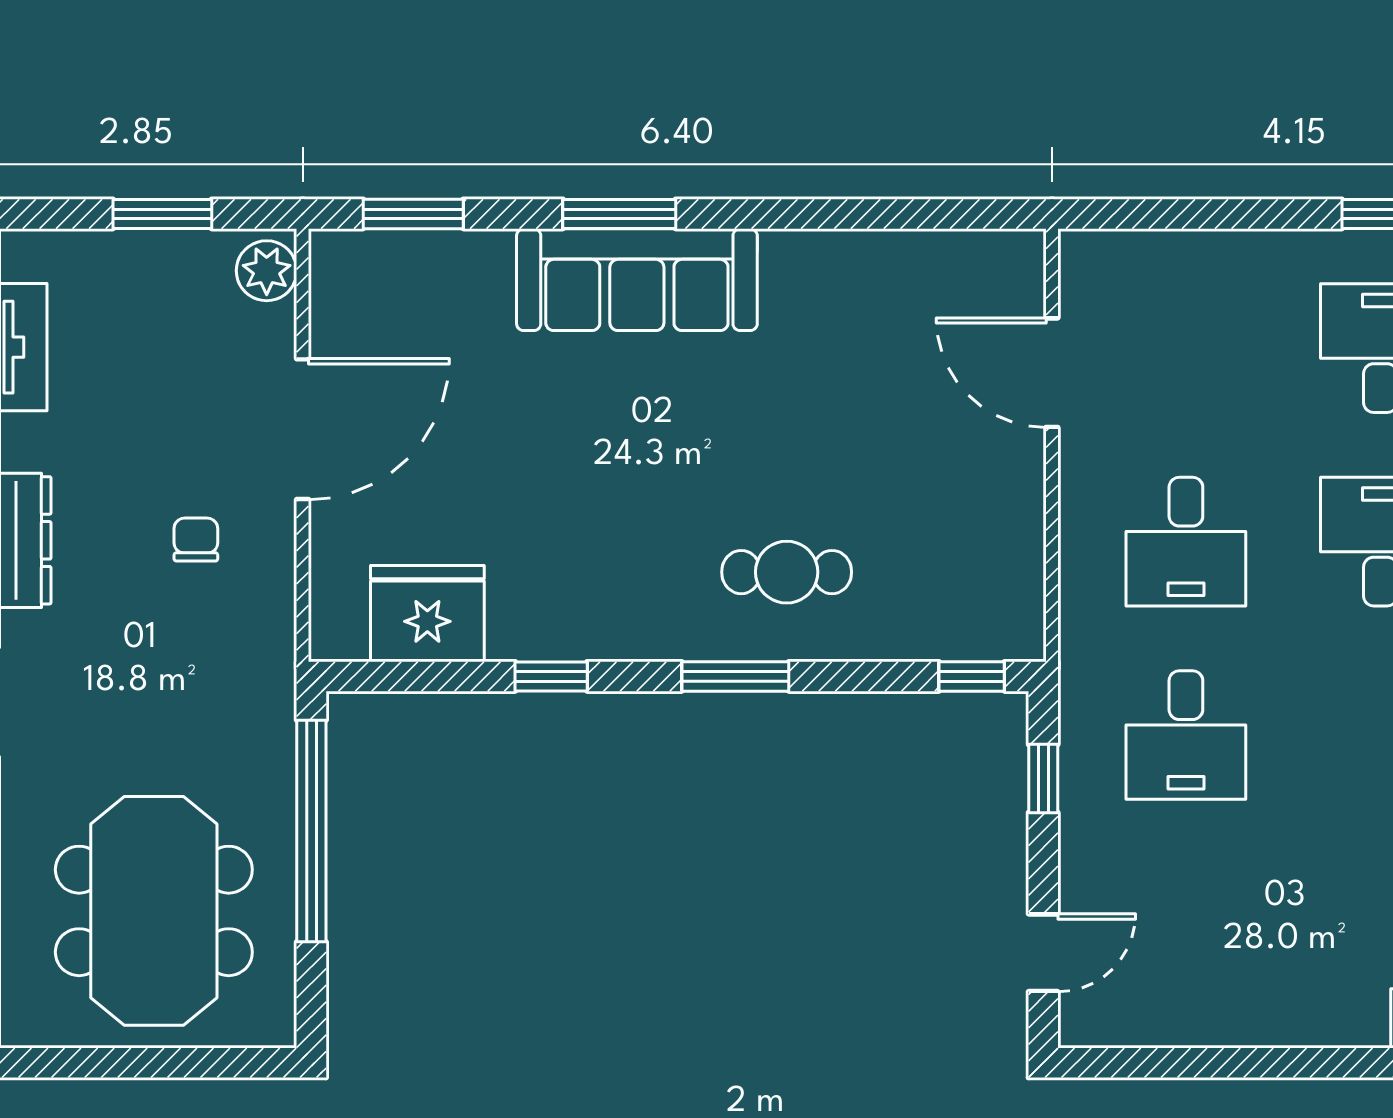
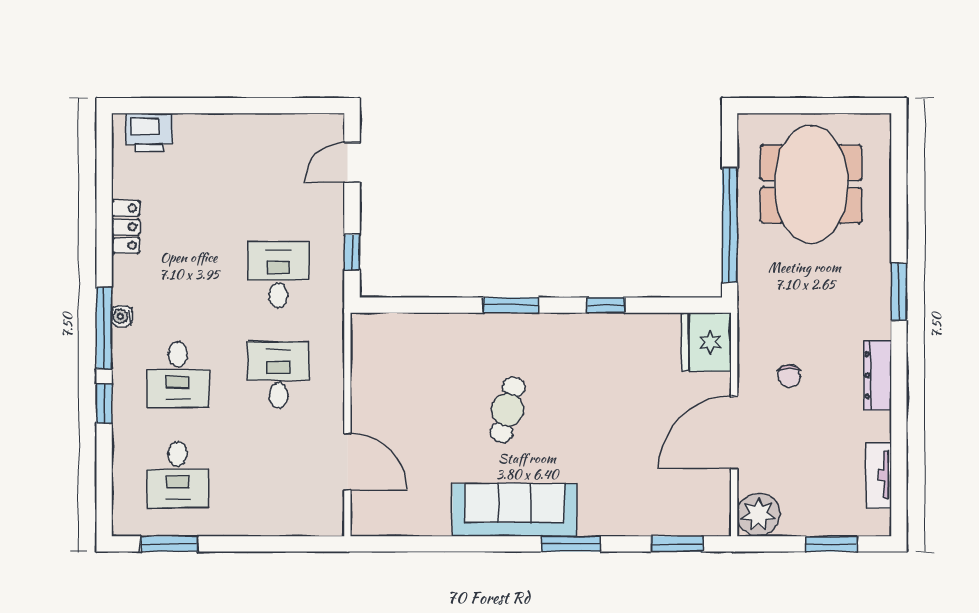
window: (162, 214) -> (832, 544), moved
plant: (267, 271) -> (758, 515), width x1.36, depth x1.36
sofa: (637, 280) -> (515, 510), moved
cafe table: (787, 572) -> (508, 410), moved, turned -75
fridge: (427, 614) -> (706, 342), moved, turned 90
window: (972, 676) -> (389, 305), removed

